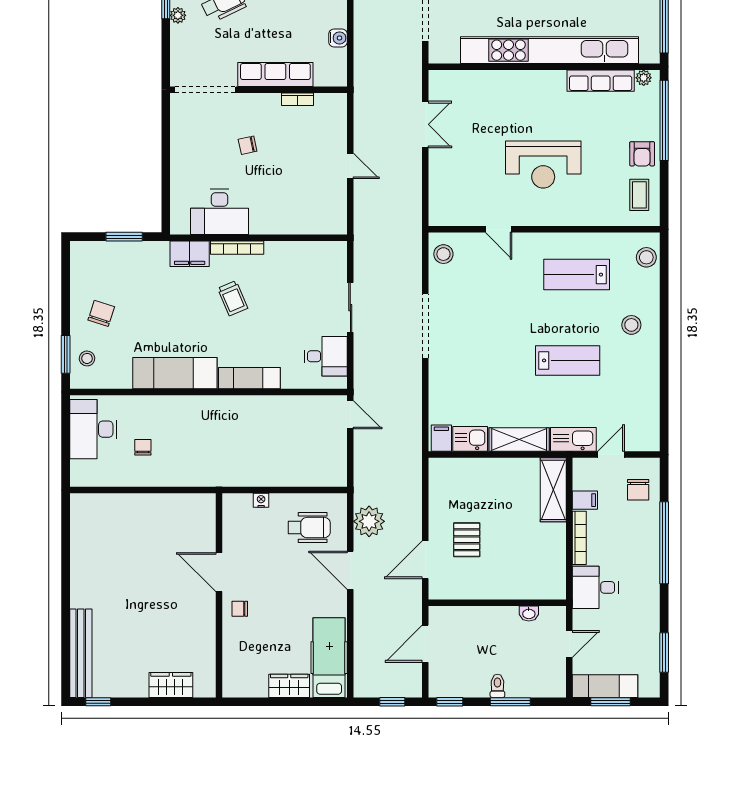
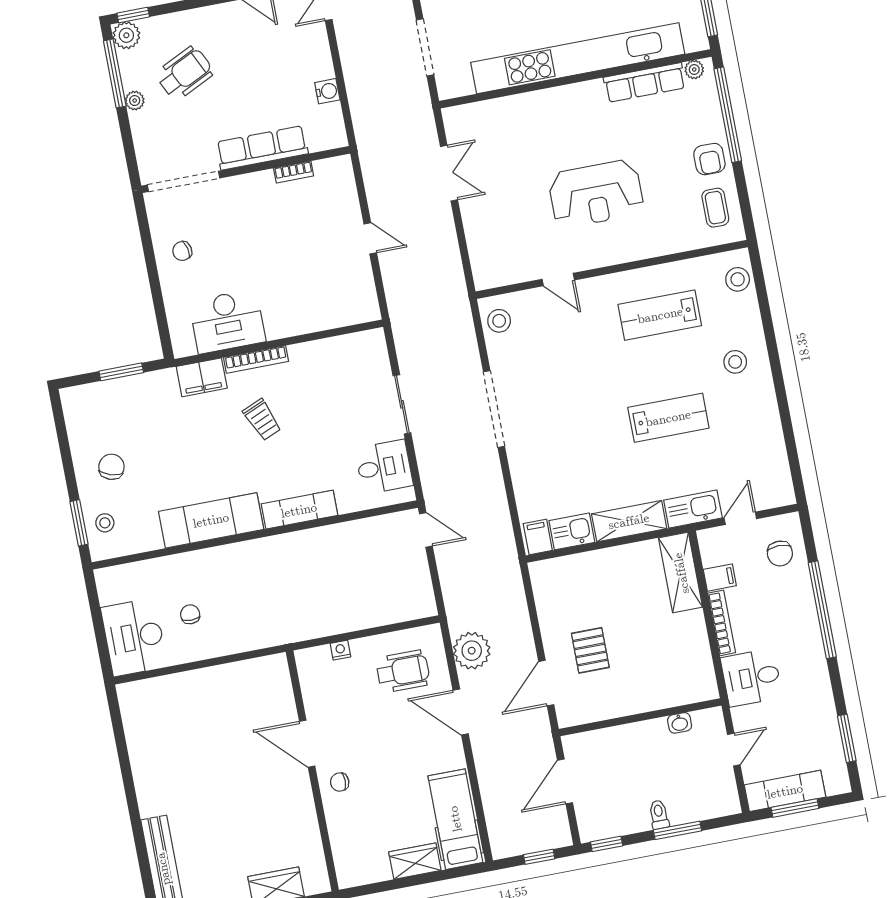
chair: (248, 145) -> (182, 251), moved
desk: (93, 429) -> (134, 637), moved

